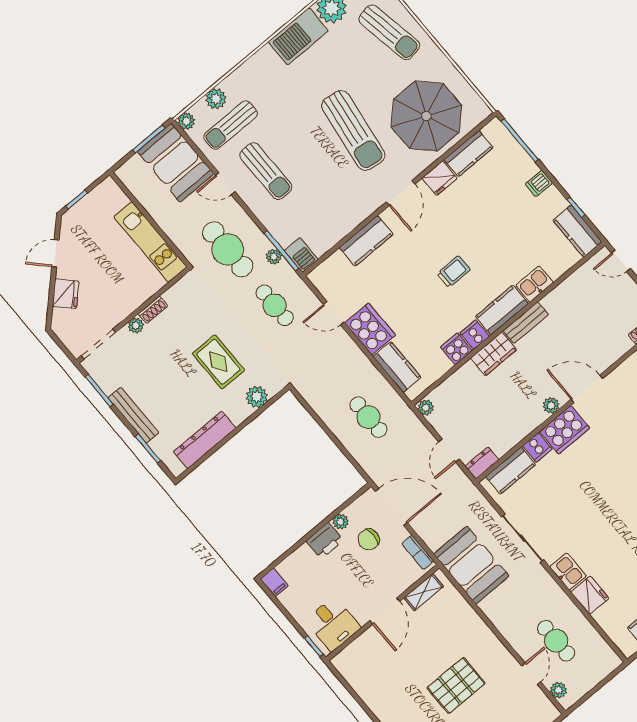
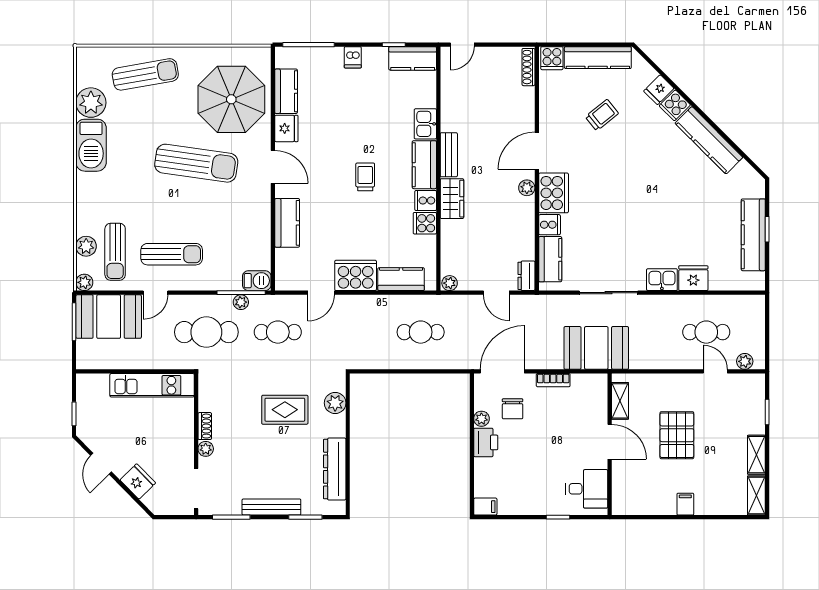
shelving: (424, 592) -> (620, 401), moved
door: (385, 611) -> (610, 442), moved
wall: (383, 613) -> (610, 444), moved
desk: (333, 624) -> (587, 489), moved

